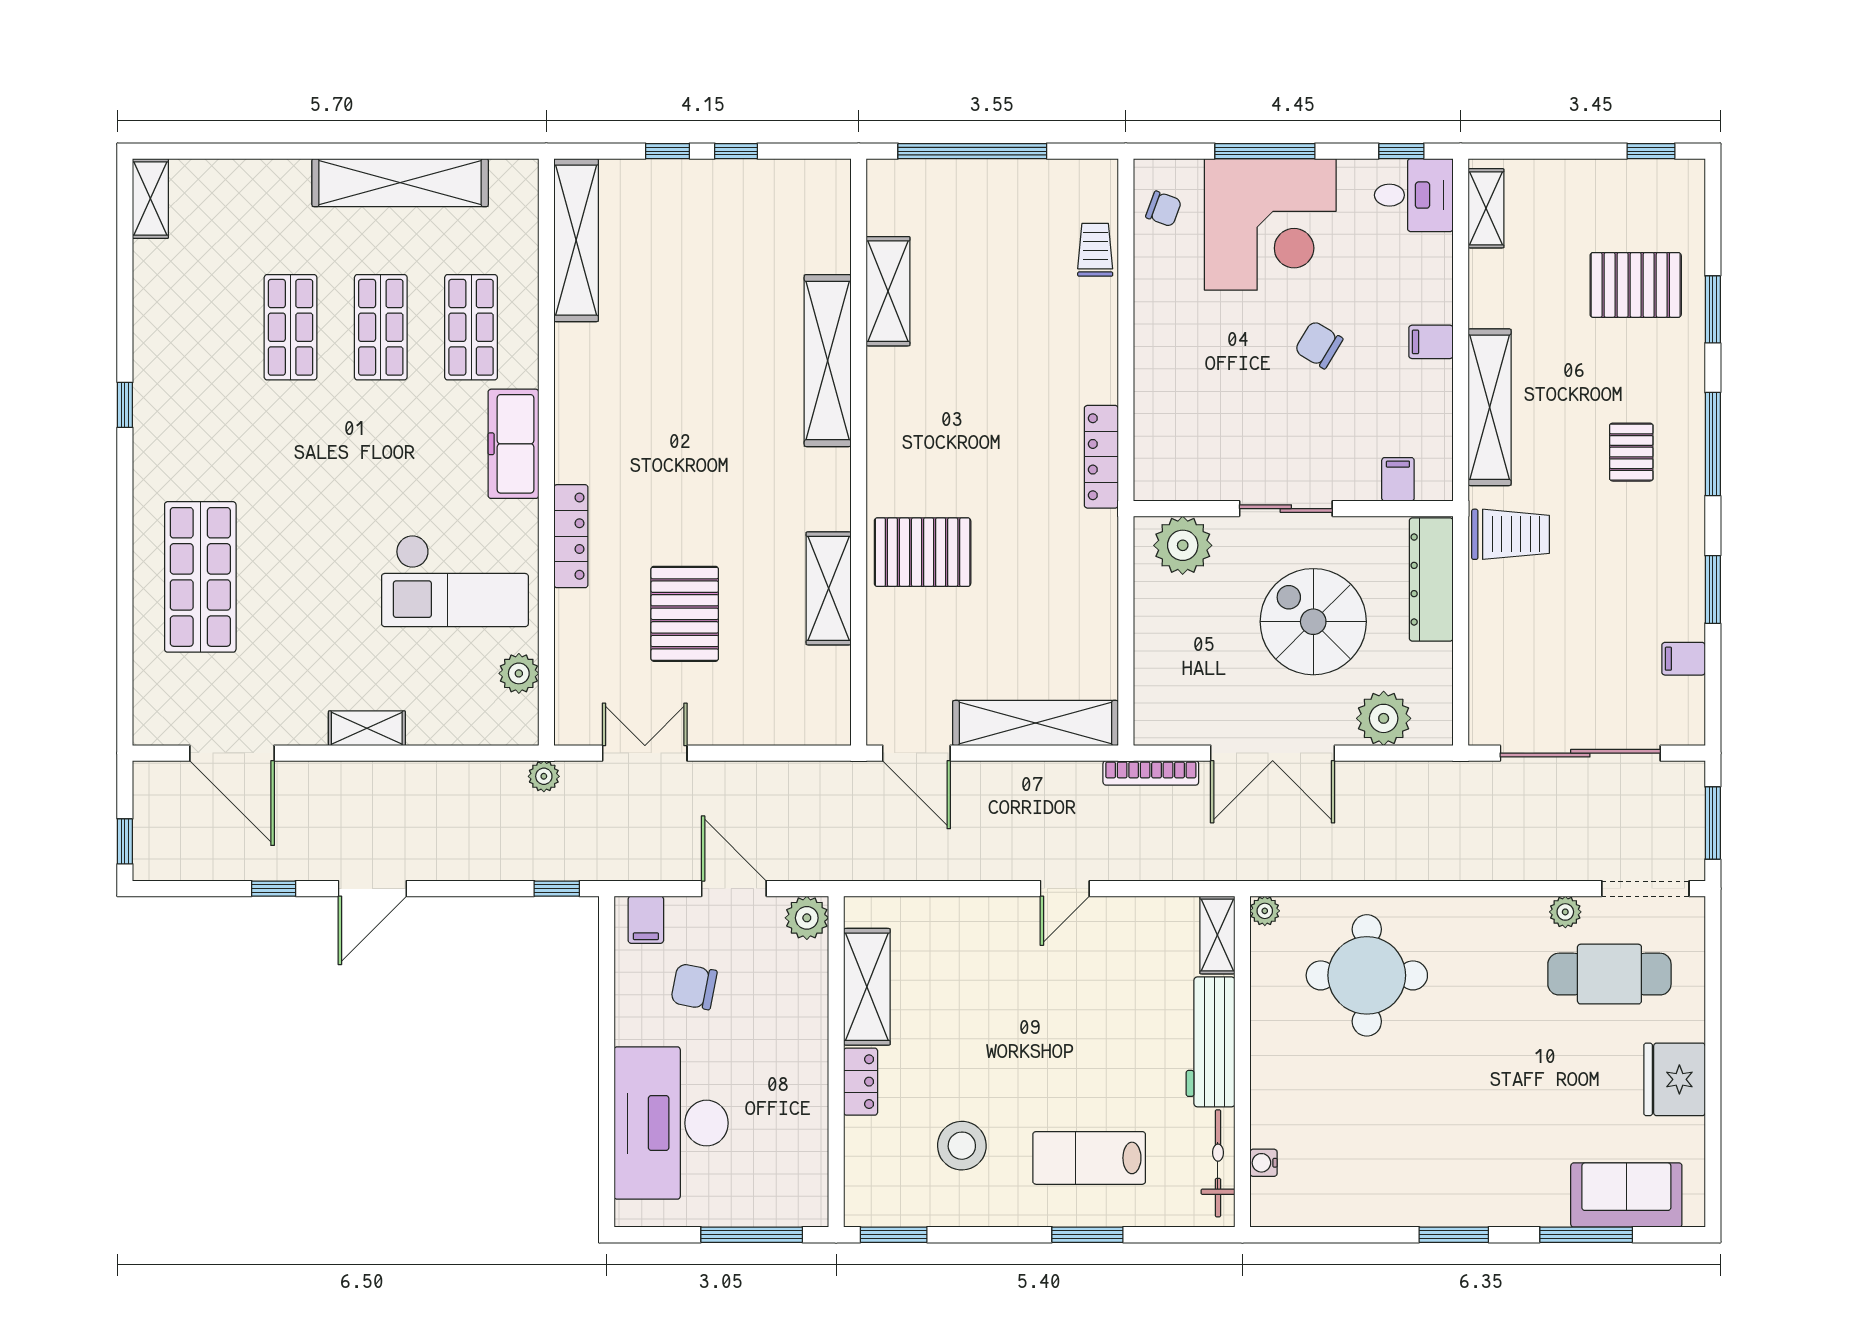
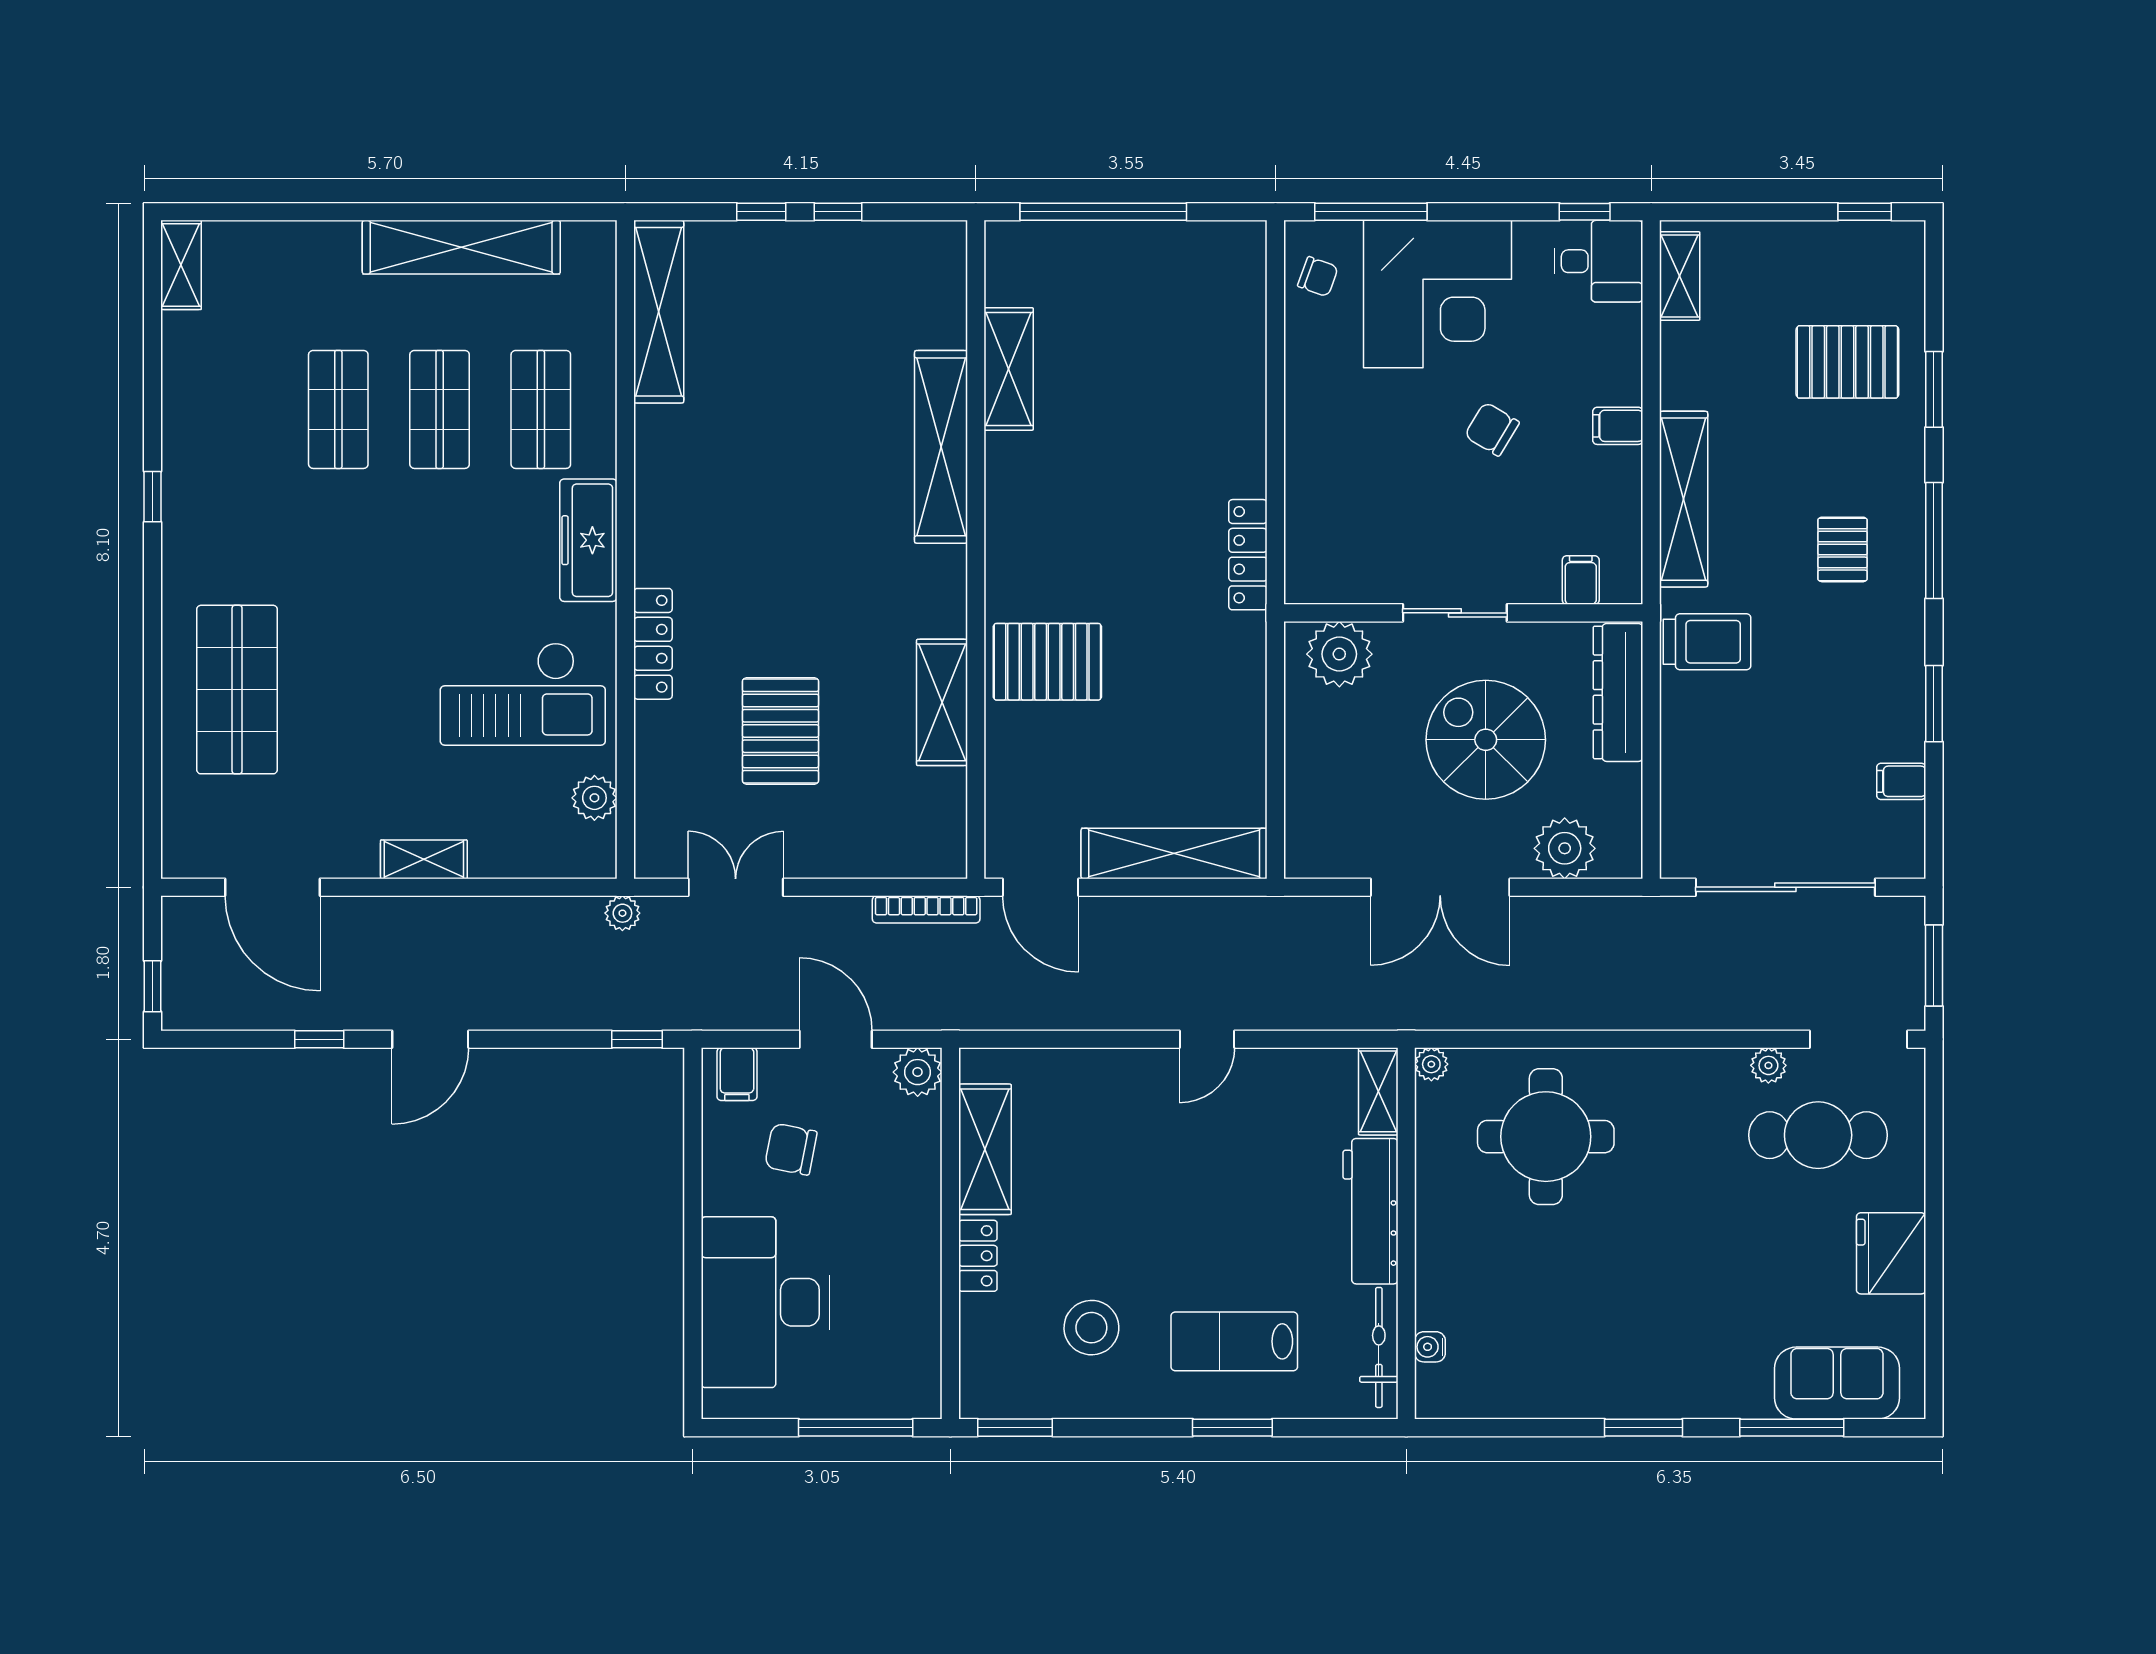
window: (1265, 151) -> (1371, 212), moved
trolley: (1095, 250) -> (1241, 323), removed
bookcase: (1151, 773) -> (926, 909), moved

